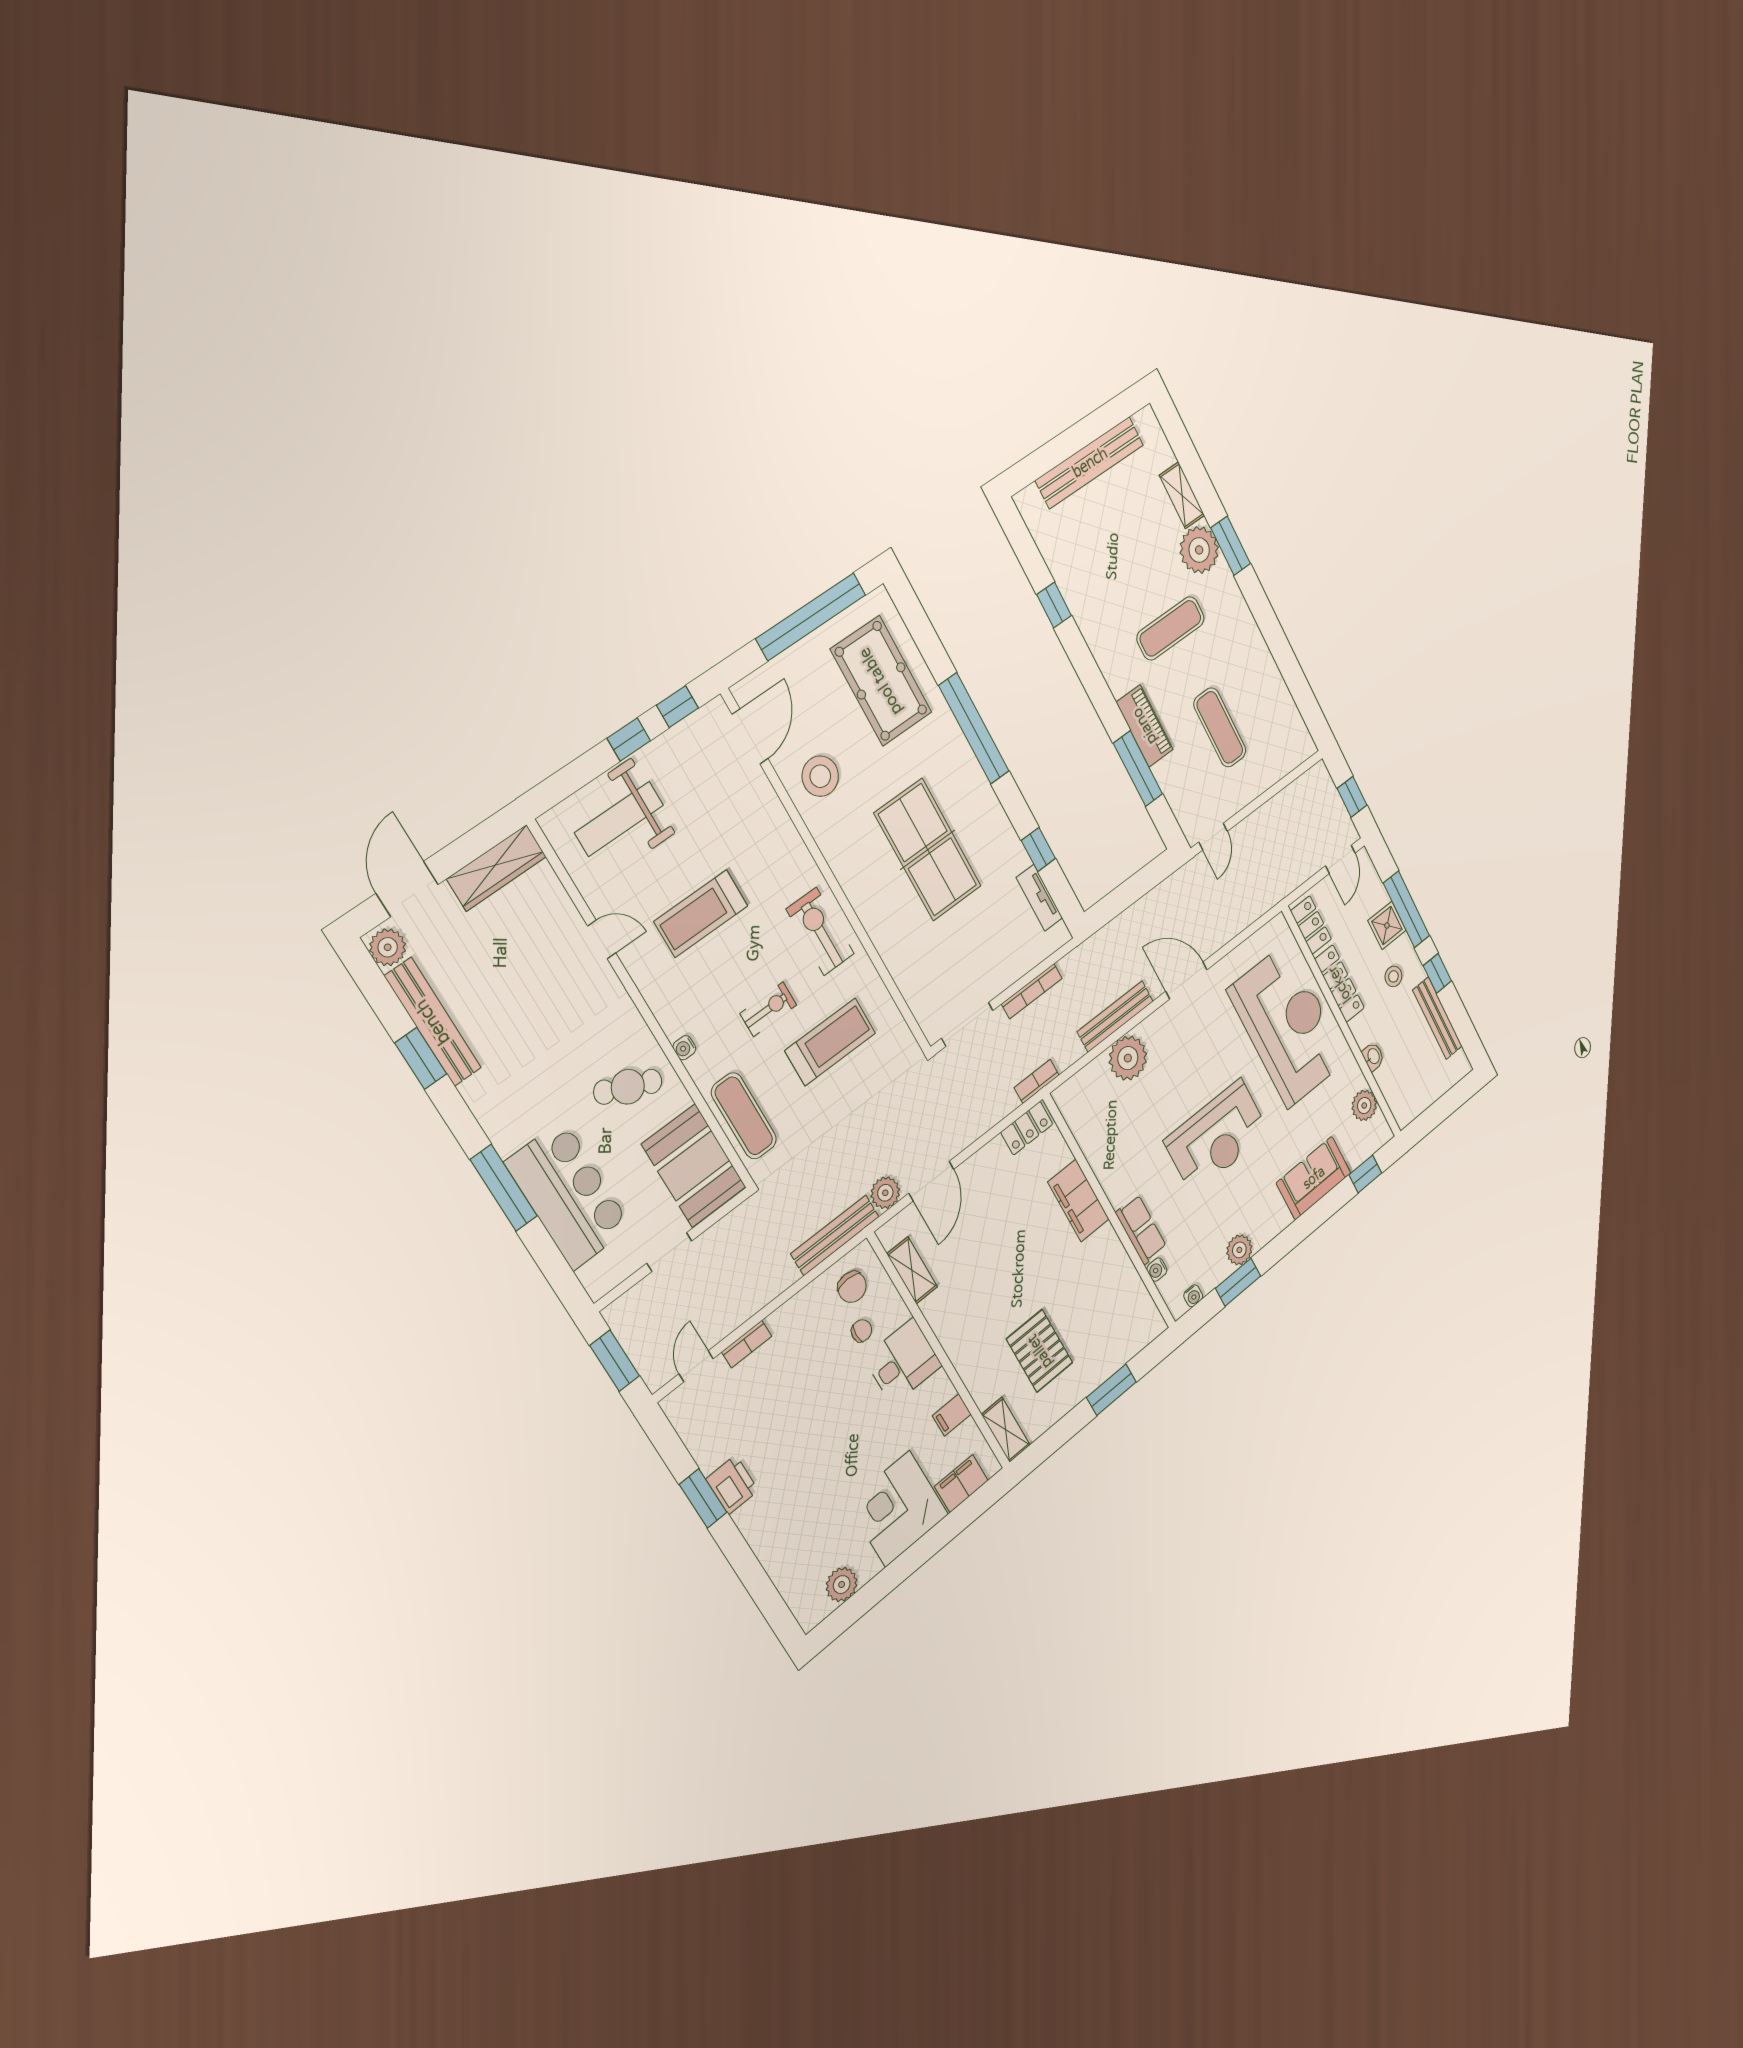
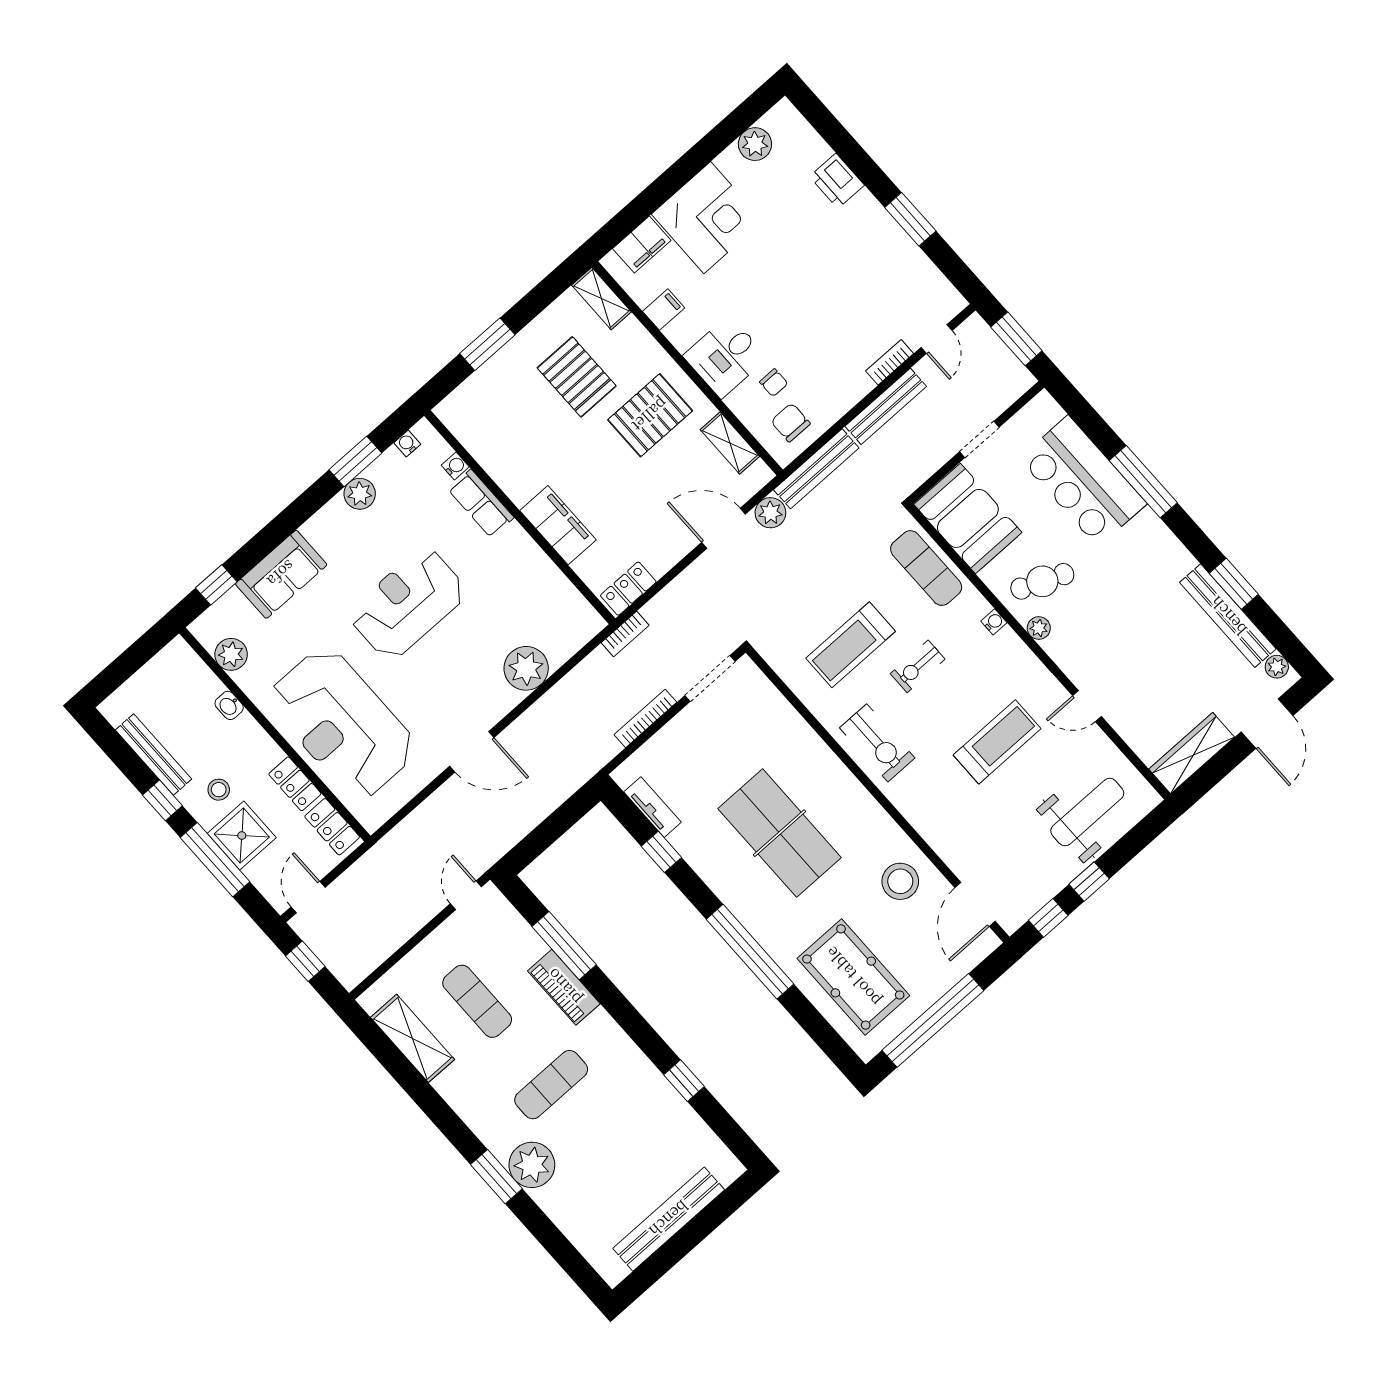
shelving: (1182, 495) -> (413, 1038), moved, width x1.50, depth x1.33
shower: (1387, 925) -> (242, 836), width x1.36, depth x1.36
plant: (388, 947) -> (1277, 667), width x0.73, depth x0.73
locker: (1340, 984) -> (295, 784), width x0.66
bench: (1115, 1016) -> (886, 406), moved
plant: (639, 1035) -> (1039, 628), added
door: (931, 1181) -> (724, 528), hinge flipped
pallet: (980, 1306) -> (650, 415), added
chair: (862, 1331) -> (774, 383), turned -90
printer: (732, 1485) -> (837, 181), moved

